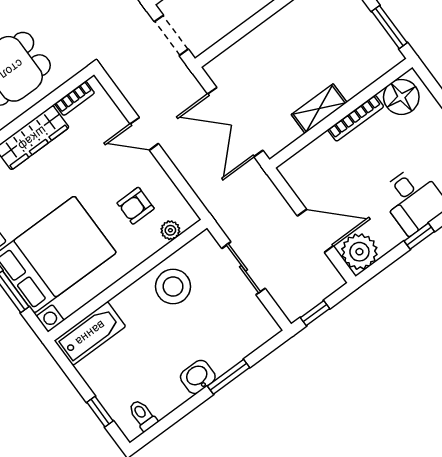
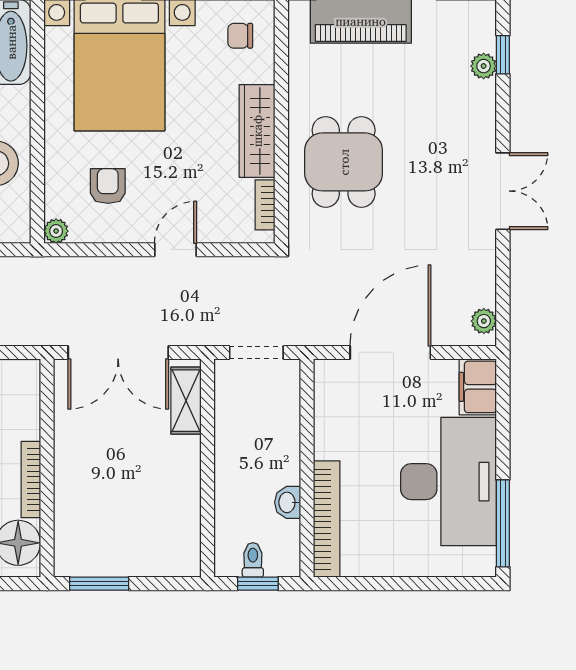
shelving: (319, 109) -> (186, 401), moved
double door: (235, 122) -> (118, 352), swing flipped
plant: (170, 230) -> (56, 231), moved

